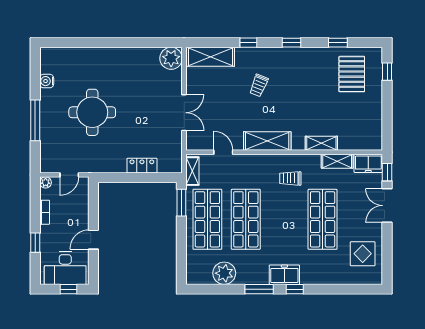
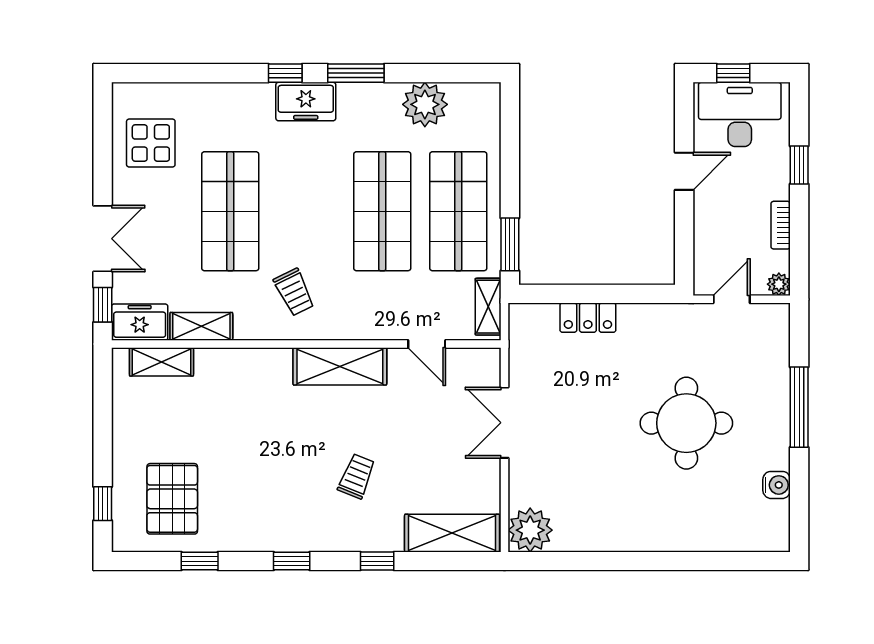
shelving: (321, 143) -> (161, 362), moved
trolley: (290, 178) -> (294, 292), turned 64

